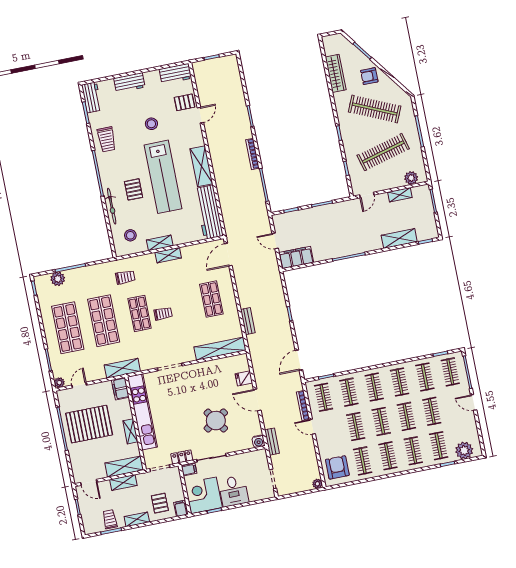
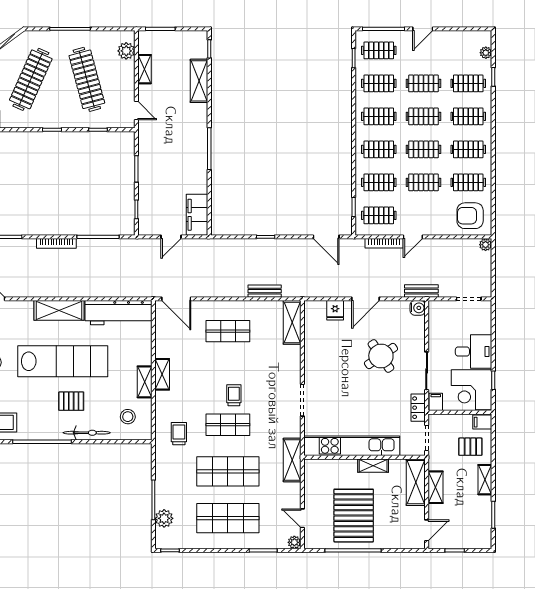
shelving: (220, 349) -> (292, 322), width x0.68
filing cabinet: (120, 389) -> (317, 468), removed
plant: (464, 450) -> (486, 53), width x0.53, depth x0.53
trolley: (110, 519) -> (478, 513), removed

